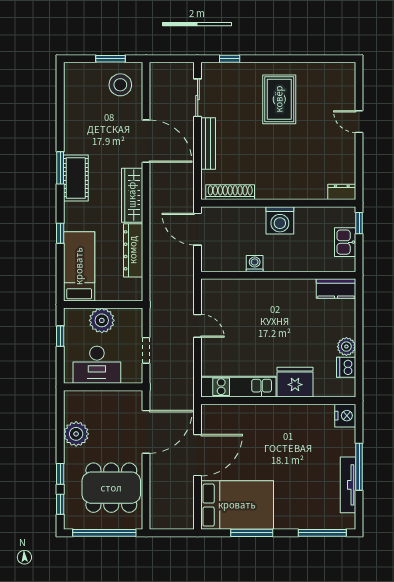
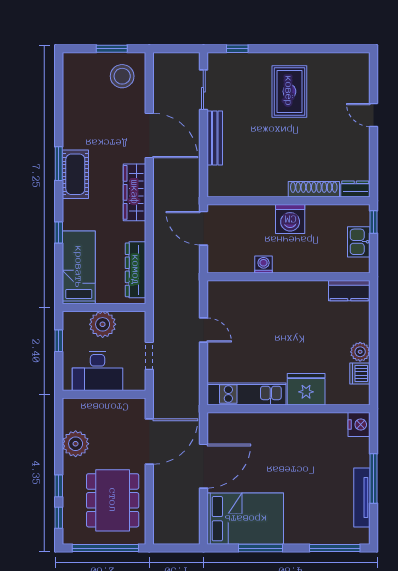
shoe rack: (230, 192) -> (314, 189), moved
dresser: (133, 250) -> (136, 270), moved
dining table: (111, 488) -> (113, 500), turned 90

